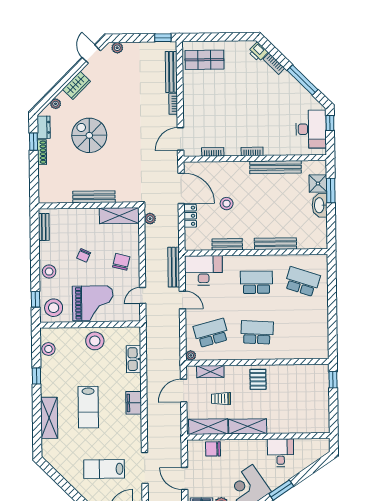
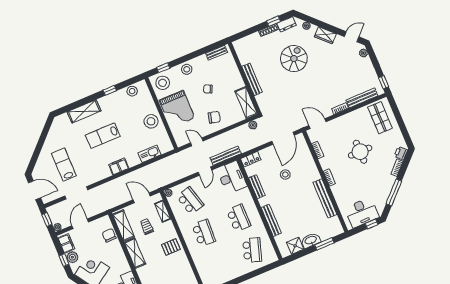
round table: (236, 101) -> (360, 152), added
shower: (318, 184) -> (295, 246), moved
locker: (190, 216) -> (251, 159), moved

